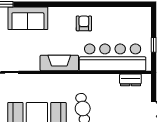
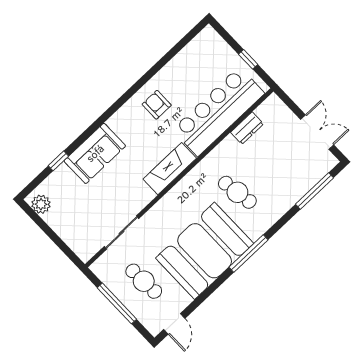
dresser: (130, 80) -> (247, 128), moved

